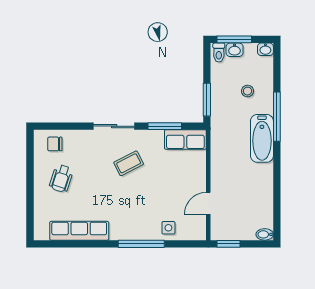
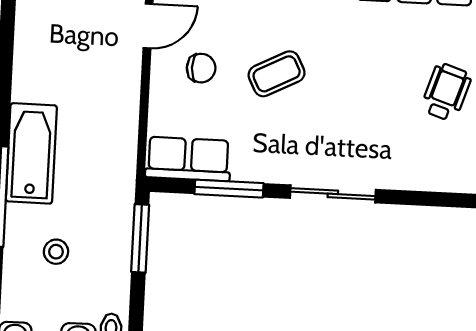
chair: (55, 144) -> (201, 68), moved
coffee table: (129, 163) -> (277, 74), moved

